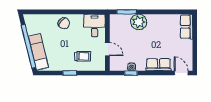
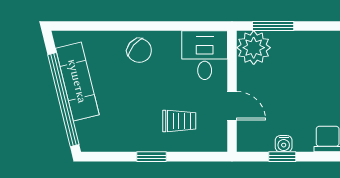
plant: (139, 22) -> (254, 48), moved
exam couch: (38, 52) -> (77, 81), moved

